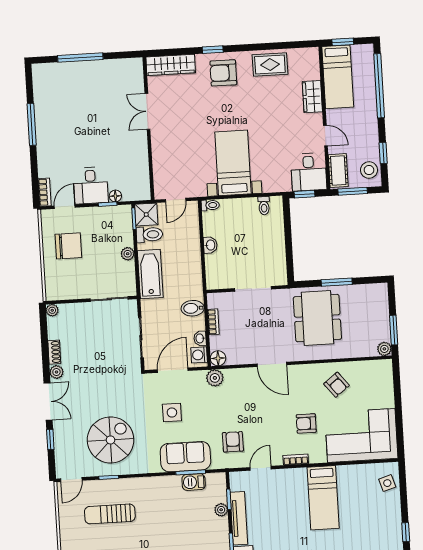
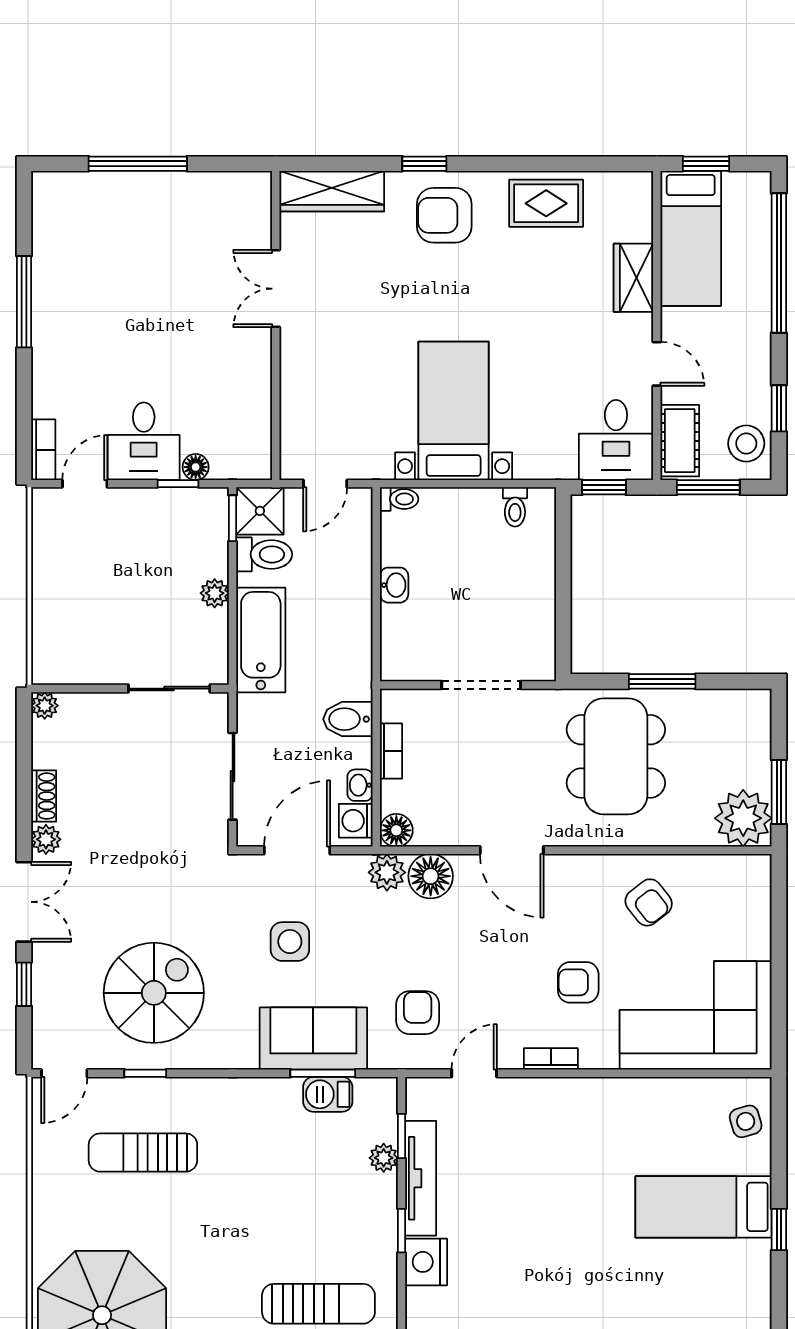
chair: (68, 246) -> (88, 569), removed
plant: (384, 349) -> (743, 818), width x1.87, depth x1.87
floor lamp: (235, 378) -> (431, 876), added
bed: (323, 498) -> (704, 1207), moved, turned 90

